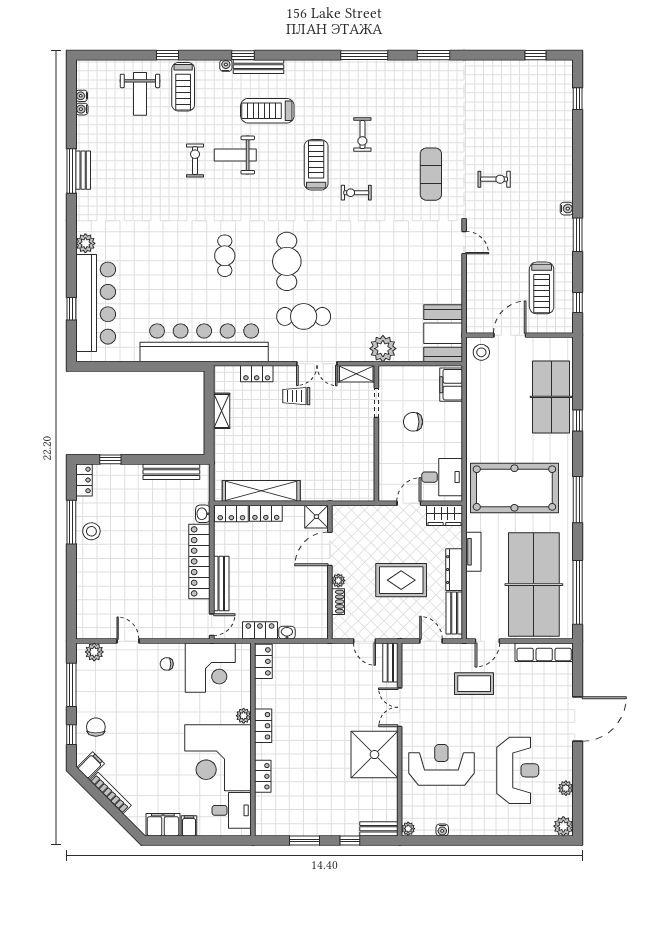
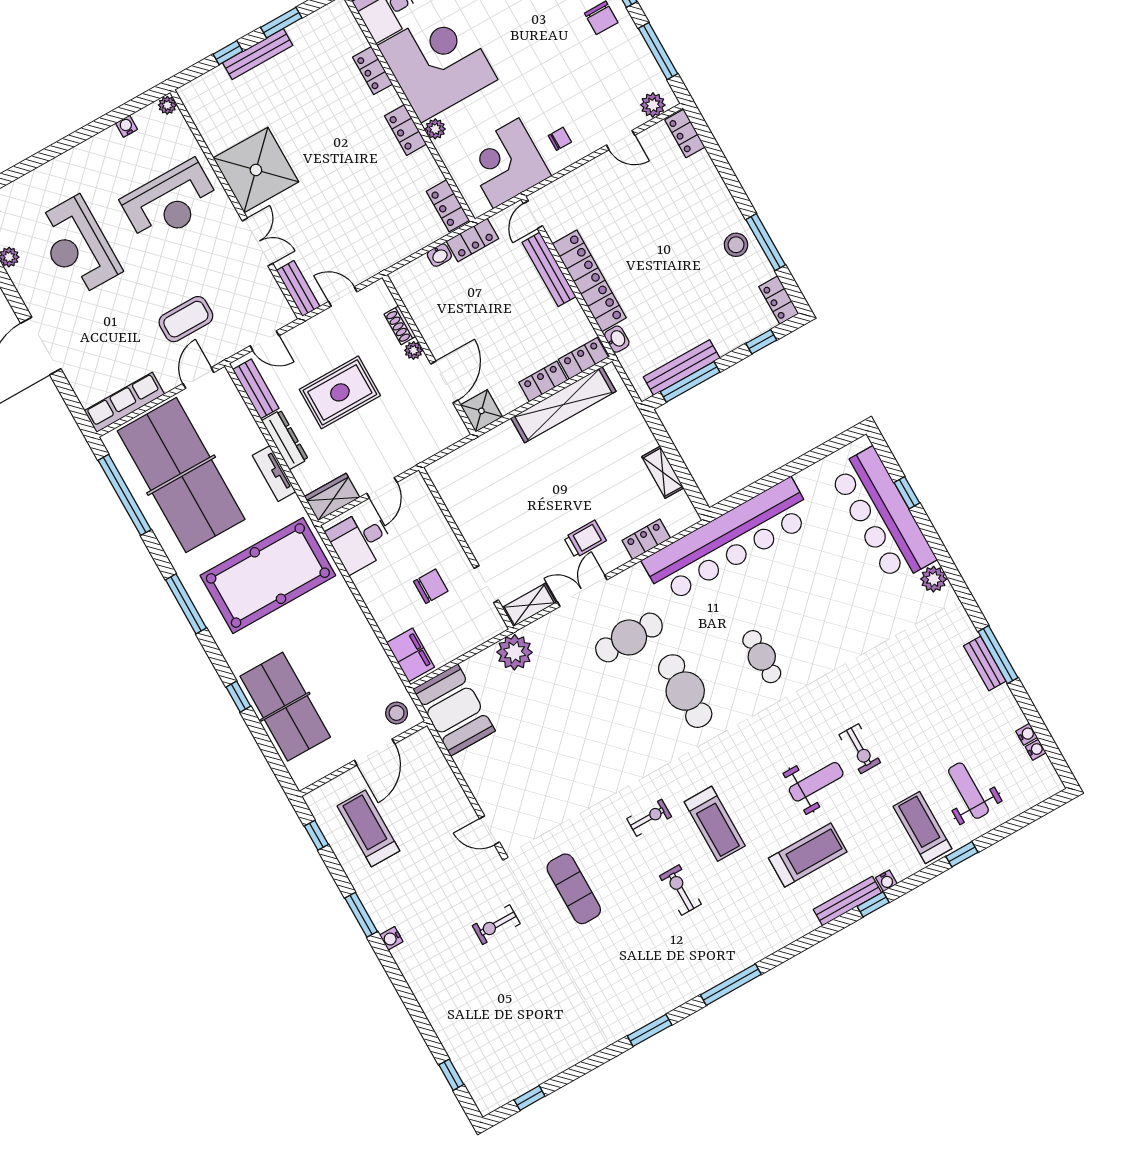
window: (171, 459) -> (690, 382), added
locker: (84, 622) -> (685, 133), added
bench: (379, 829) -> (258, 54), moved, width x1.36

